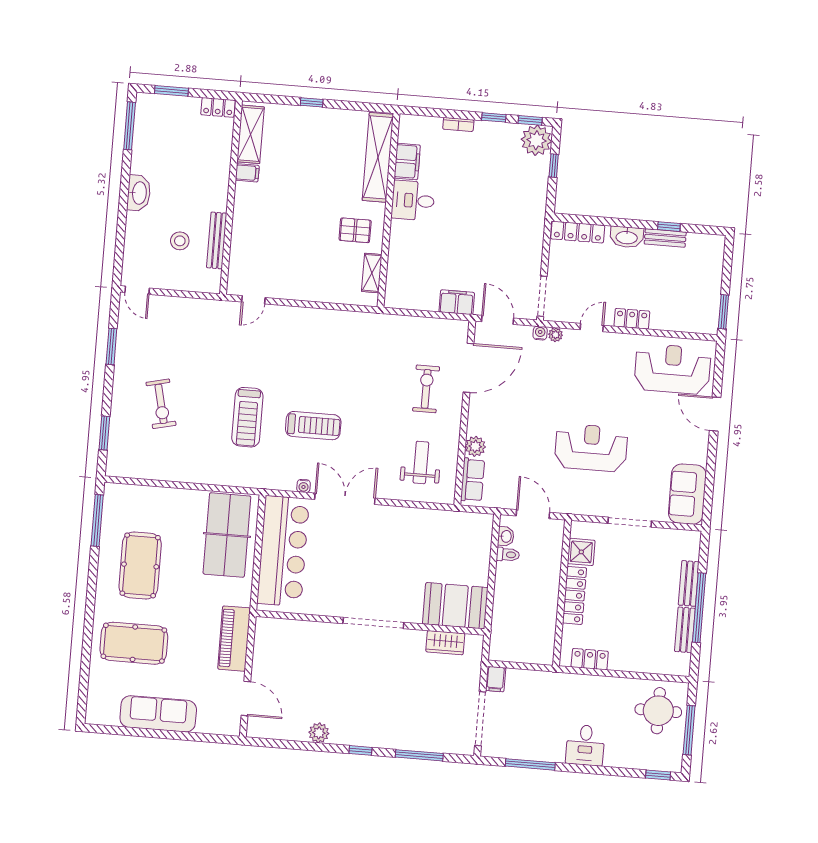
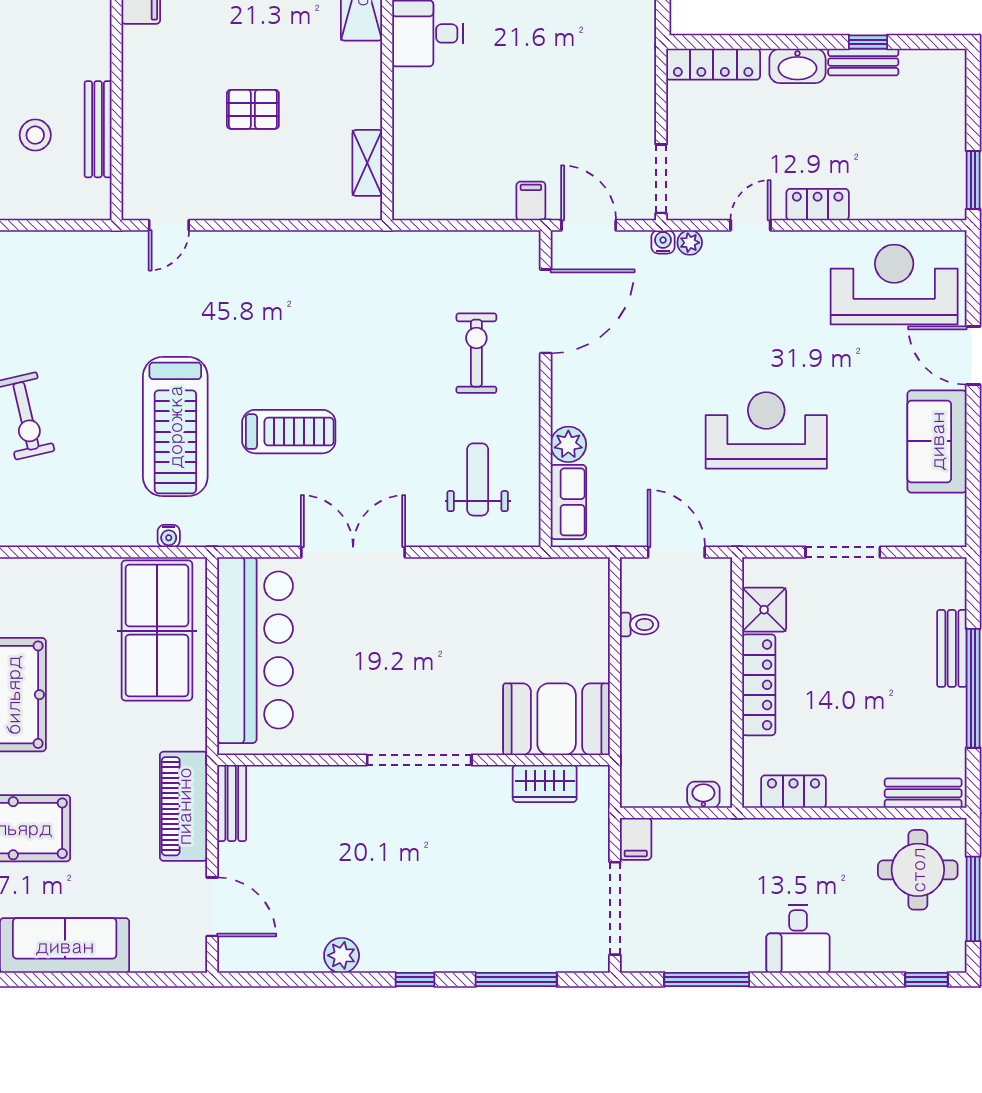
pallet: (355, 230) -> (253, 109), moved
filing cabinet: (457, 302) -> (531, 201), width x0.50
treadmill: (247, 417) -> (175, 427), width x1.37, depth x1.38
water cooler: (304, 486) -> (169, 536), moved
sofa: (687, 494) -> (937, 441), moved
washbasin: (506, 536) -> (703, 795), moved, turned -90
bench: (685, 630) -> (923, 793), moved, turned 90
bench: (262, 639) -> (232, 803), added

